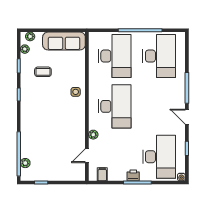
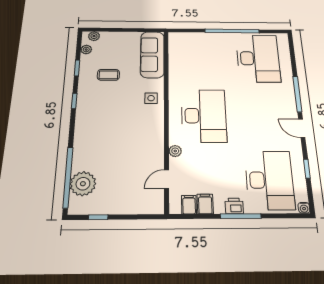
sofa: (64, 41) -> (152, 55), moved, turned 90
desk: (115, 56) -> (201, 58), removed
plant: (25, 163) -> (83, 184), width x1.87, depth x1.87
filing cabinet: (113, 174) -> (205, 204), added

